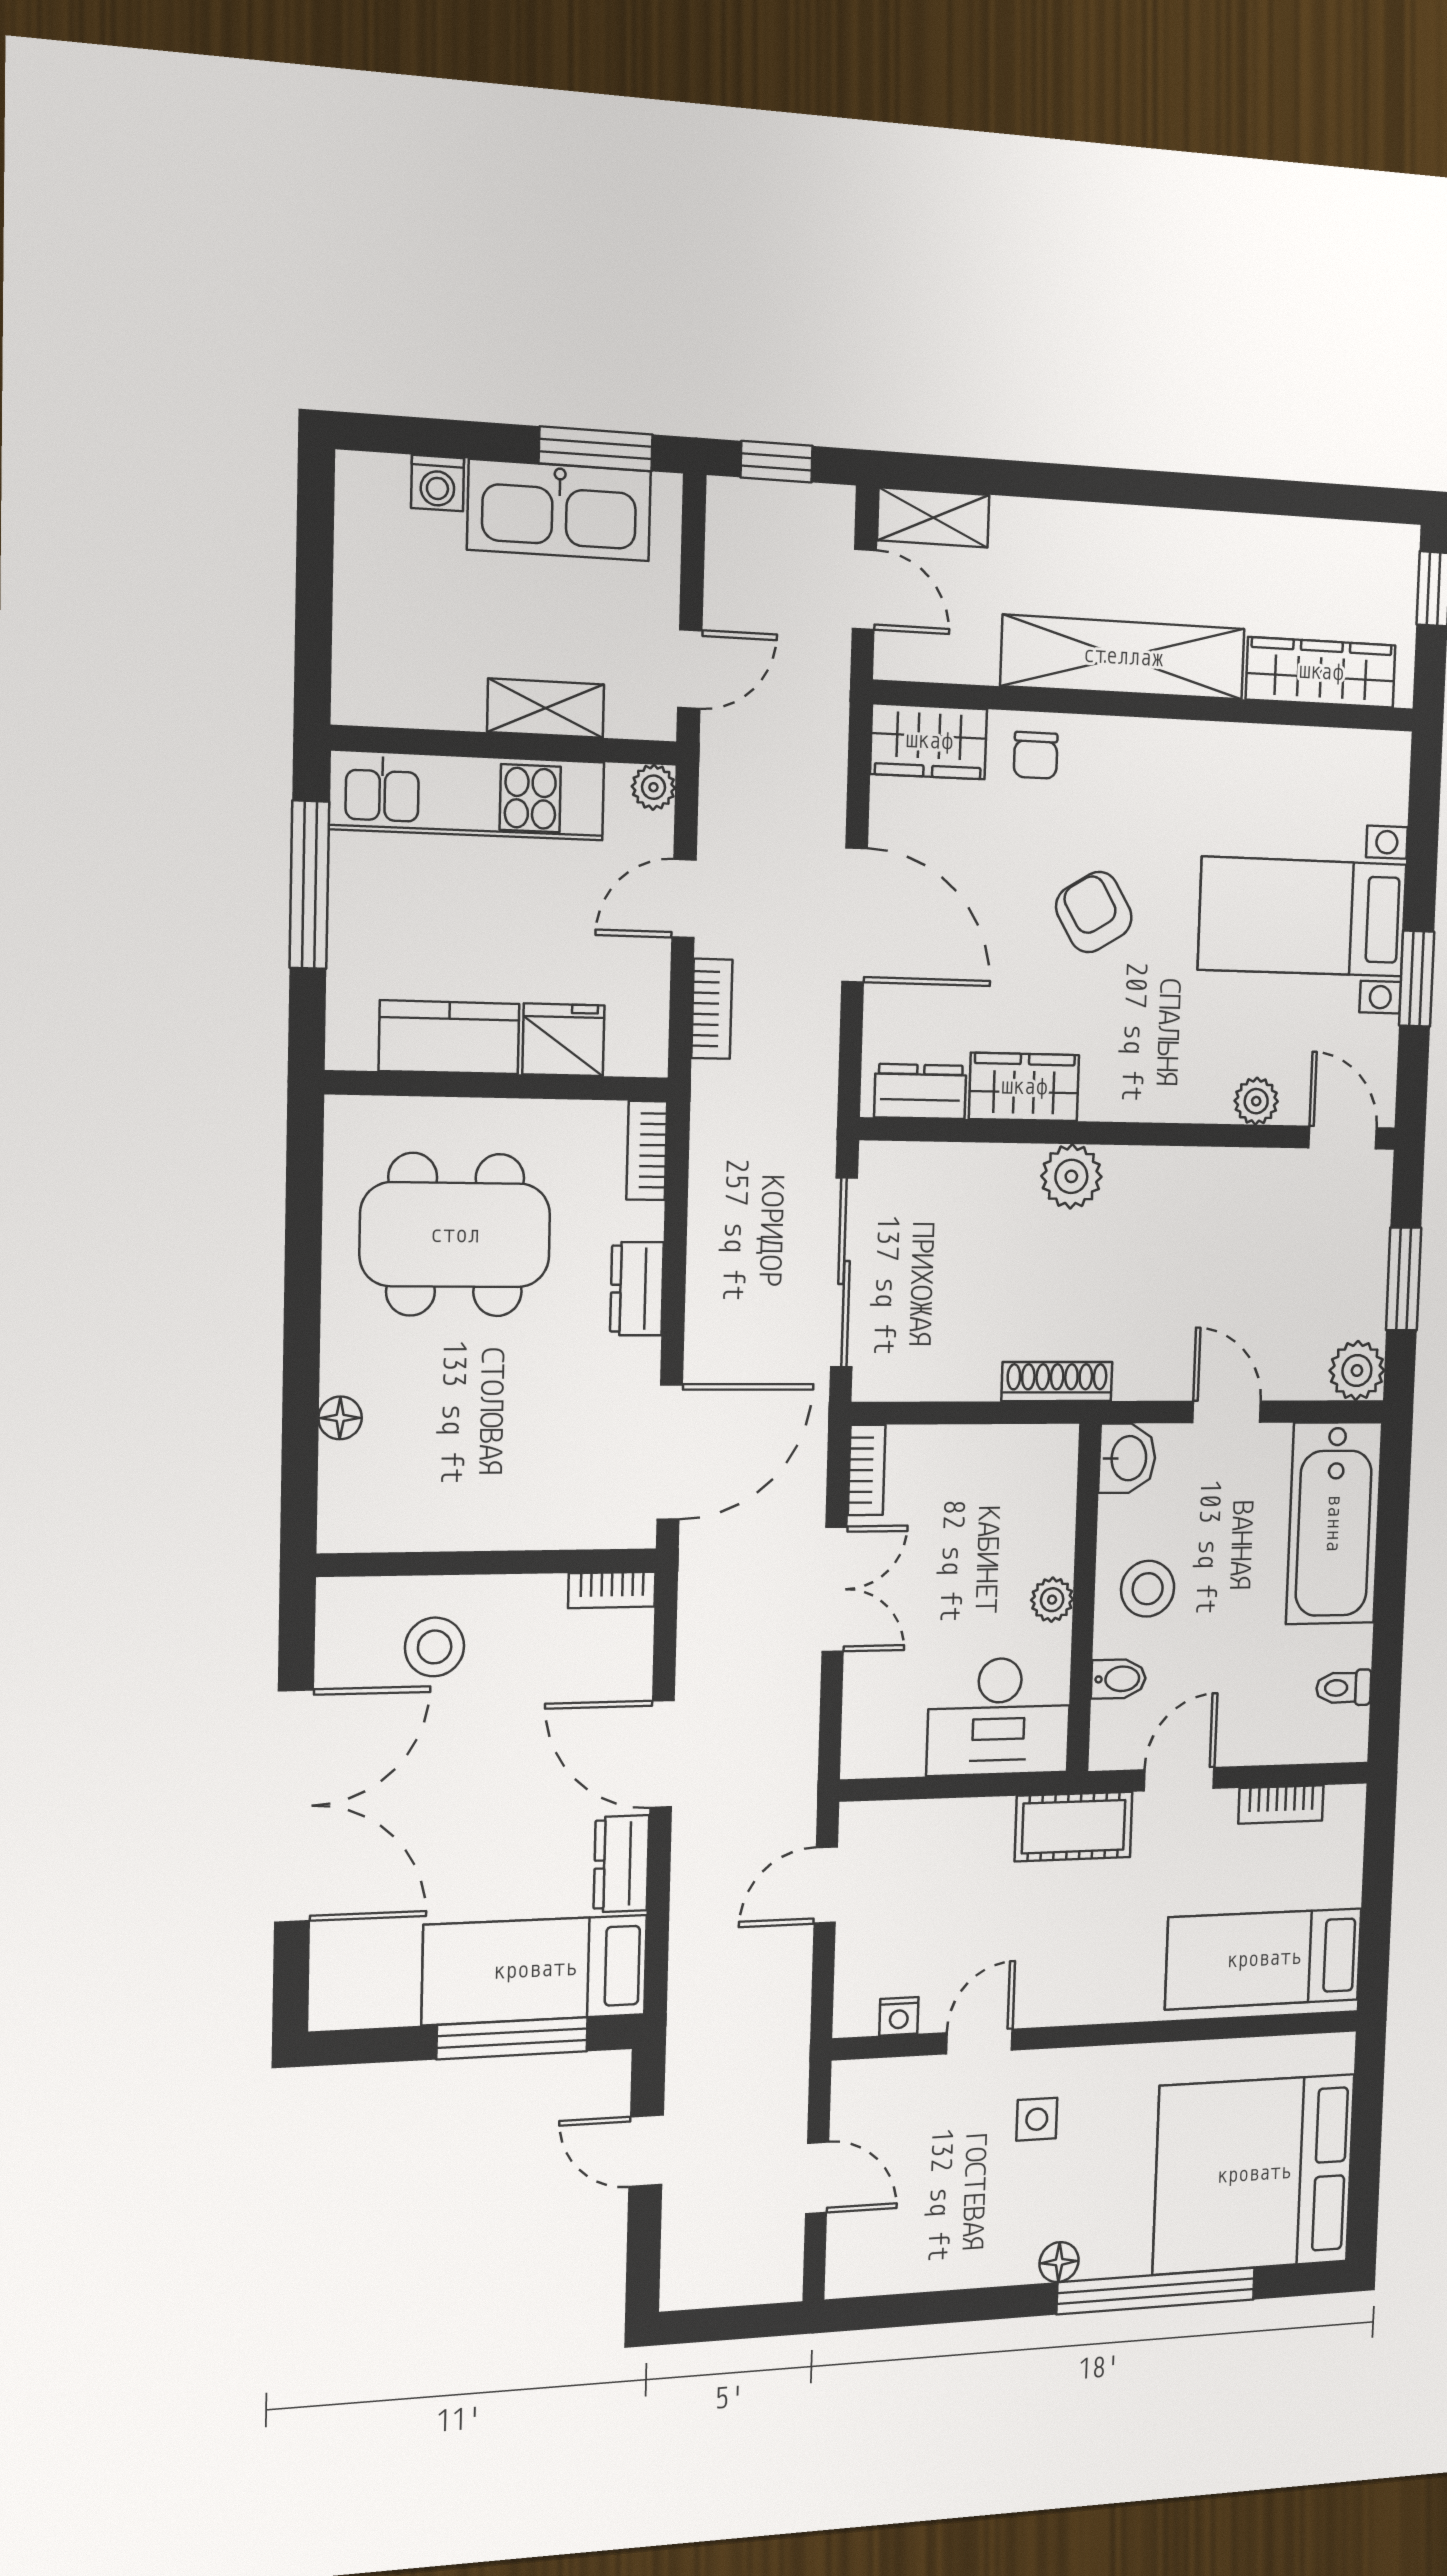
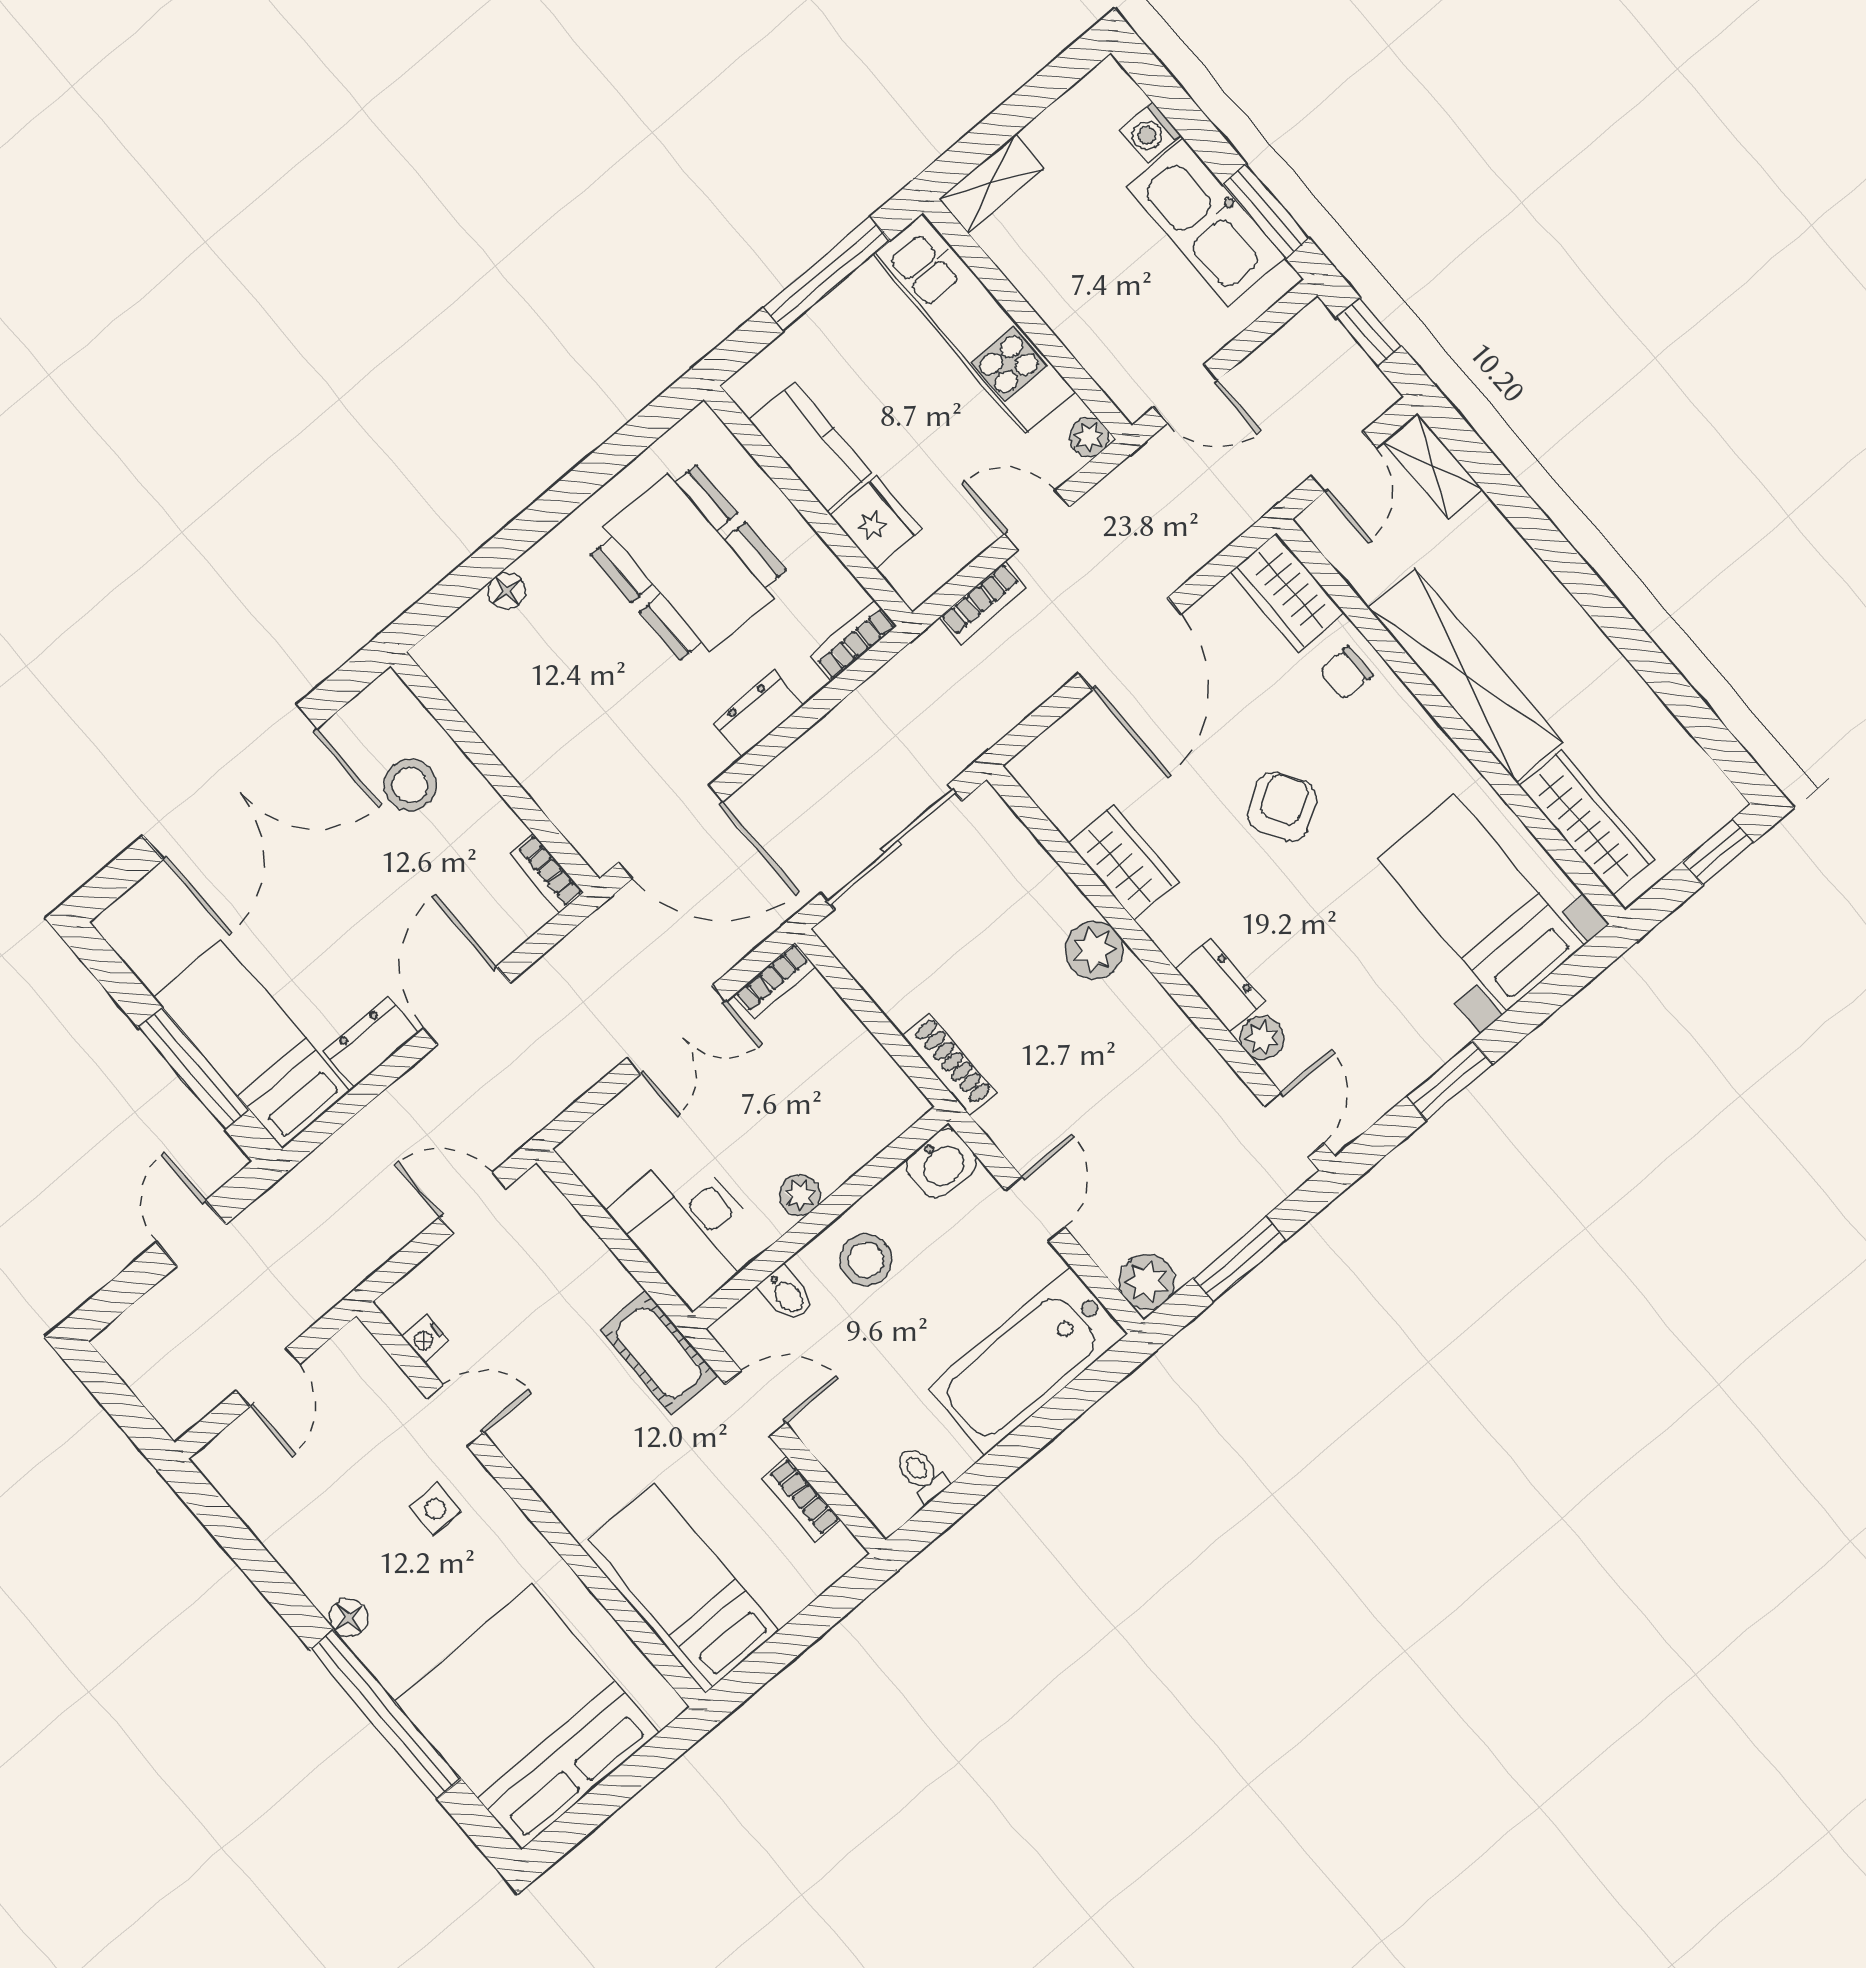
shelving: (546, 708) -> (991, 184), moved, turned 90
bed with nightstands: (1303, 917) -> (1480, 903), moved
dresser: (920, 1091) -> (1220, 985), moved

